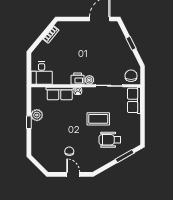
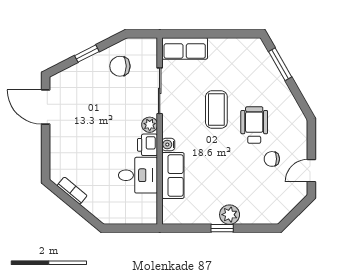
desk: (42, 73) -> (138, 175), moved
chair: (131, 76) -> (120, 66), moved
plant: (37, 115) -> (230, 215), moved
wheelchair: (110, 140) -> (254, 125), moved, turned 180
door: (73, 174) -> (311, 171), moved

